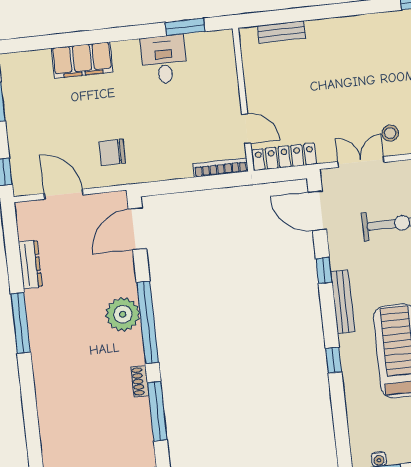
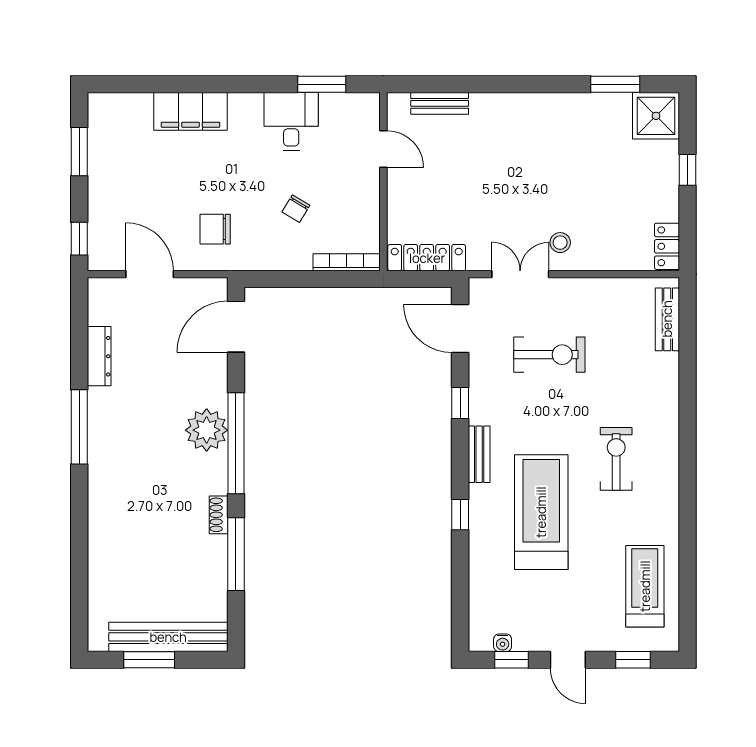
chair: (175, 129) -> (296, 209), added
door: (246, 129) -> (383, 149), moved
bench: (343, 302) -> (479, 454), width x0.73

